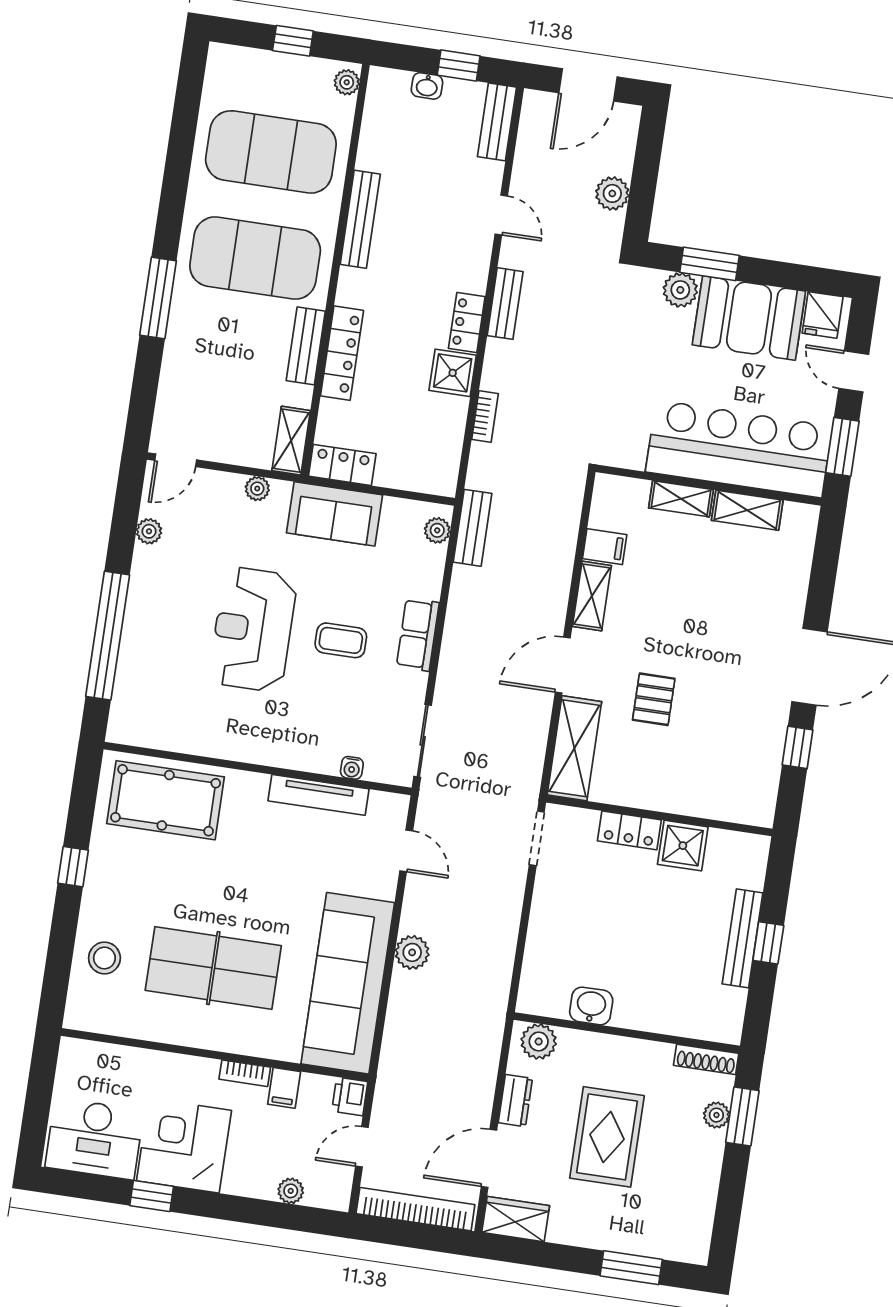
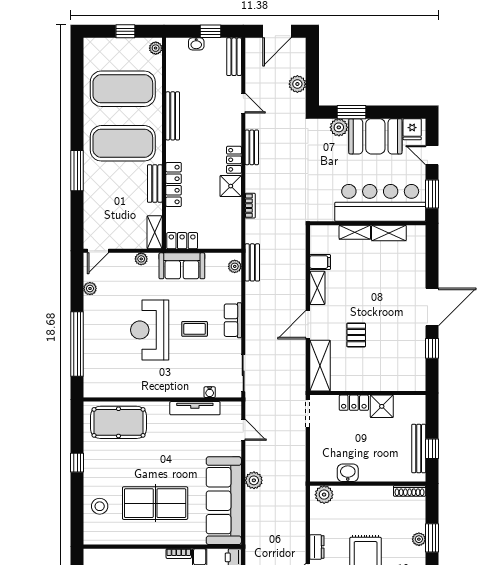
washbasin: (591, 1006) -> (348, 473), moved
wall: (627, 1033) -> (368, 484), moved
plant: (539, 1042) -> (324, 495), moved
shoe rack: (706, 1059) -> (410, 491), moved

